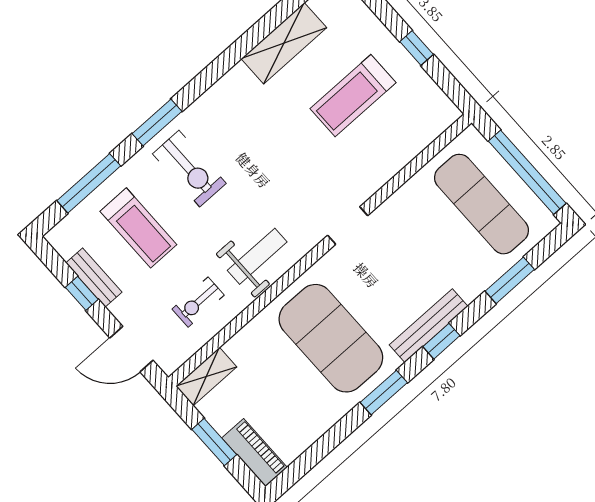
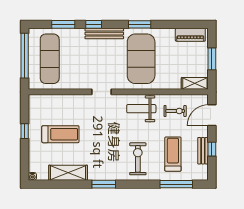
window: (157, 122) -> (104, 184), moved
window: (441, 341) -> (94, 24), moved
door: (131, 349) -> (212, 115), swing flipped
piano: (254, 453) -> (190, 35), moved, turned -90

